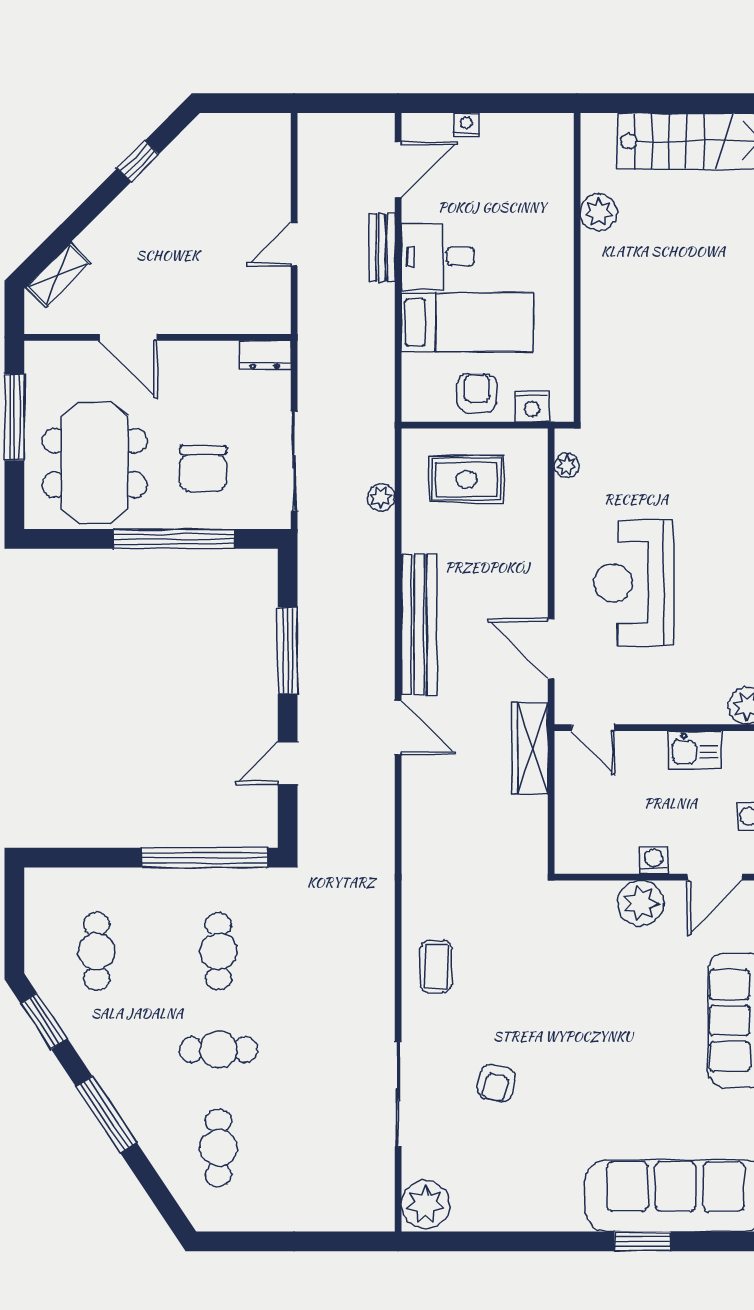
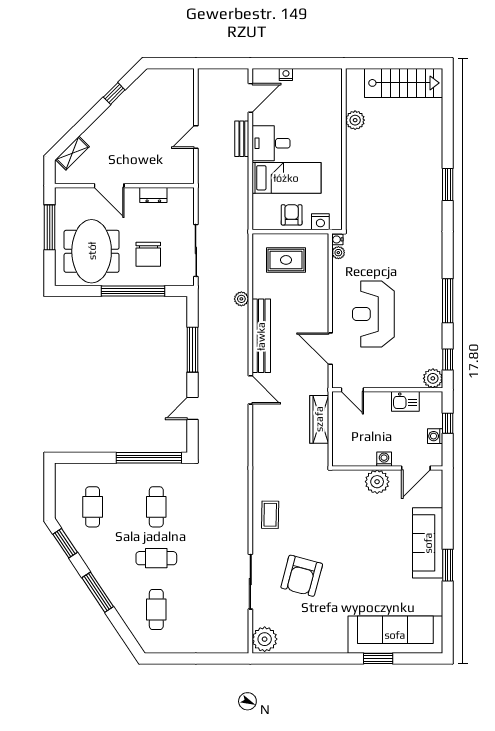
dresser: (265, 355) -> (153, 195), moved
water cooler: (565, 440) -> (337, 239), added
plant: (381, 497) -> (241, 299), moved
wardrobe: (530, 748) -> (319, 419), moved
armchair: (496, 1083) -> (302, 576), width x1.88, depth x1.88

